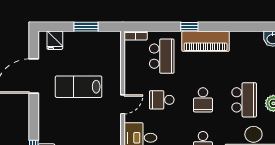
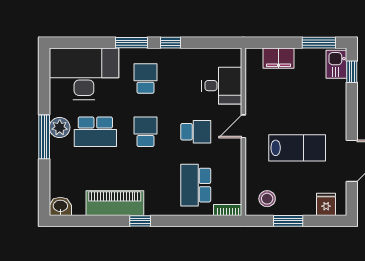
window: (189, 27) -> (140, 221), moved
piano: (206, 41) -> (115, 203), moved
stool: (103, 45) -> (267, 199), added
school desk: (244, 100) -> (95, 132), turned -90

